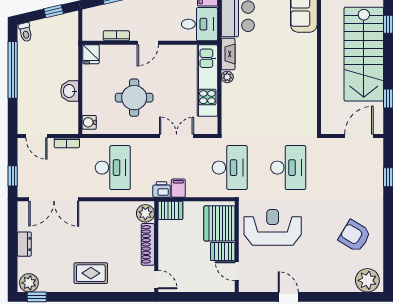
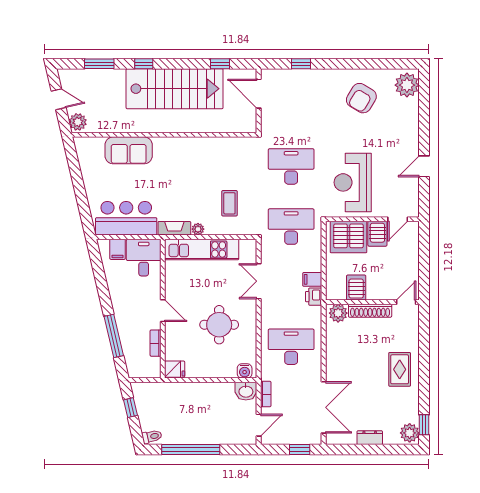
washbasin: (70, 91) -> (246, 391), moved
coffee table: (252, 108) -> (229, 203), added
server rack: (170, 210) -> (356, 288), moved

